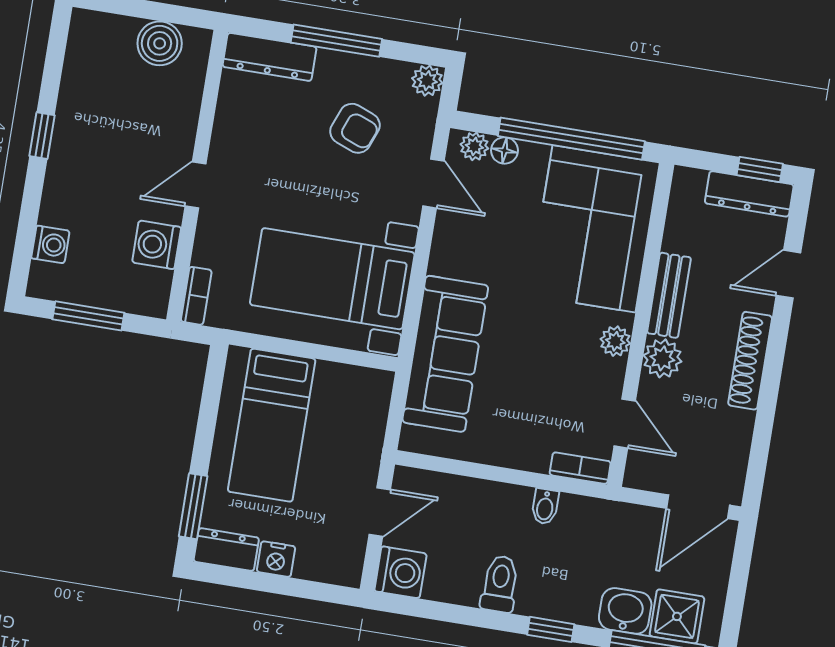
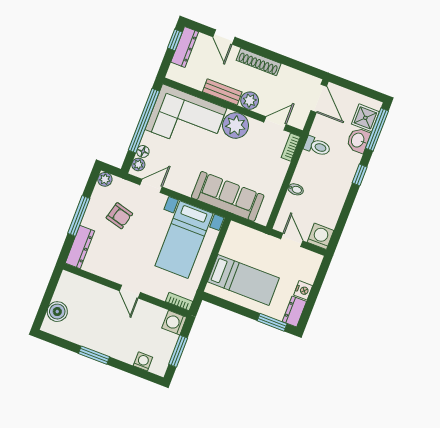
boiler: (160, 43) -> (57, 312), moved
armchair: (355, 128) -> (119, 216), turned 84
window: (42, 136) -> (94, 355), width x1.50
washing machine: (157, 245) -> (174, 323), moved, turned 90
plant: (615, 341) -> (236, 125), width x1.88, depth x1.88
bidet: (545, 507) -> (296, 189), moved
toilet: (500, 584) -> (317, 146), moved, turned 180

